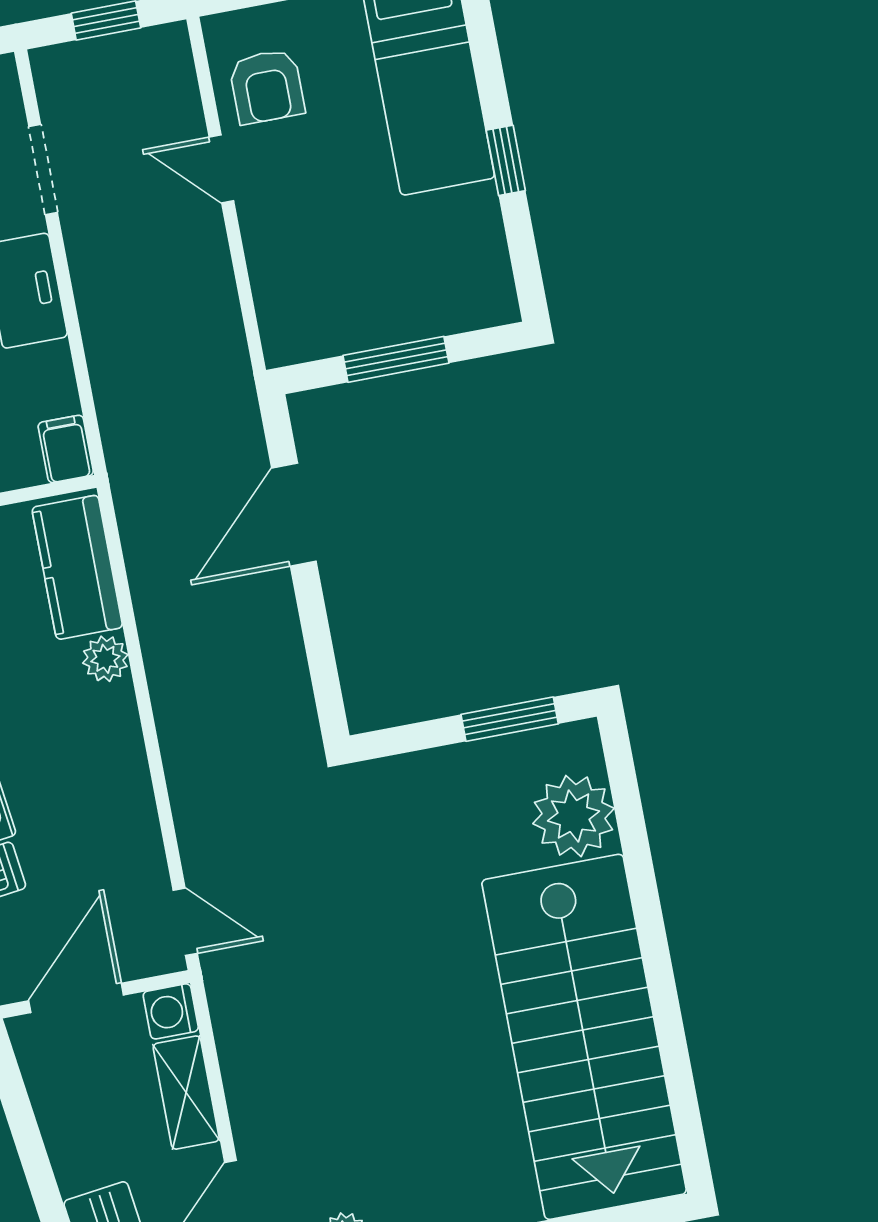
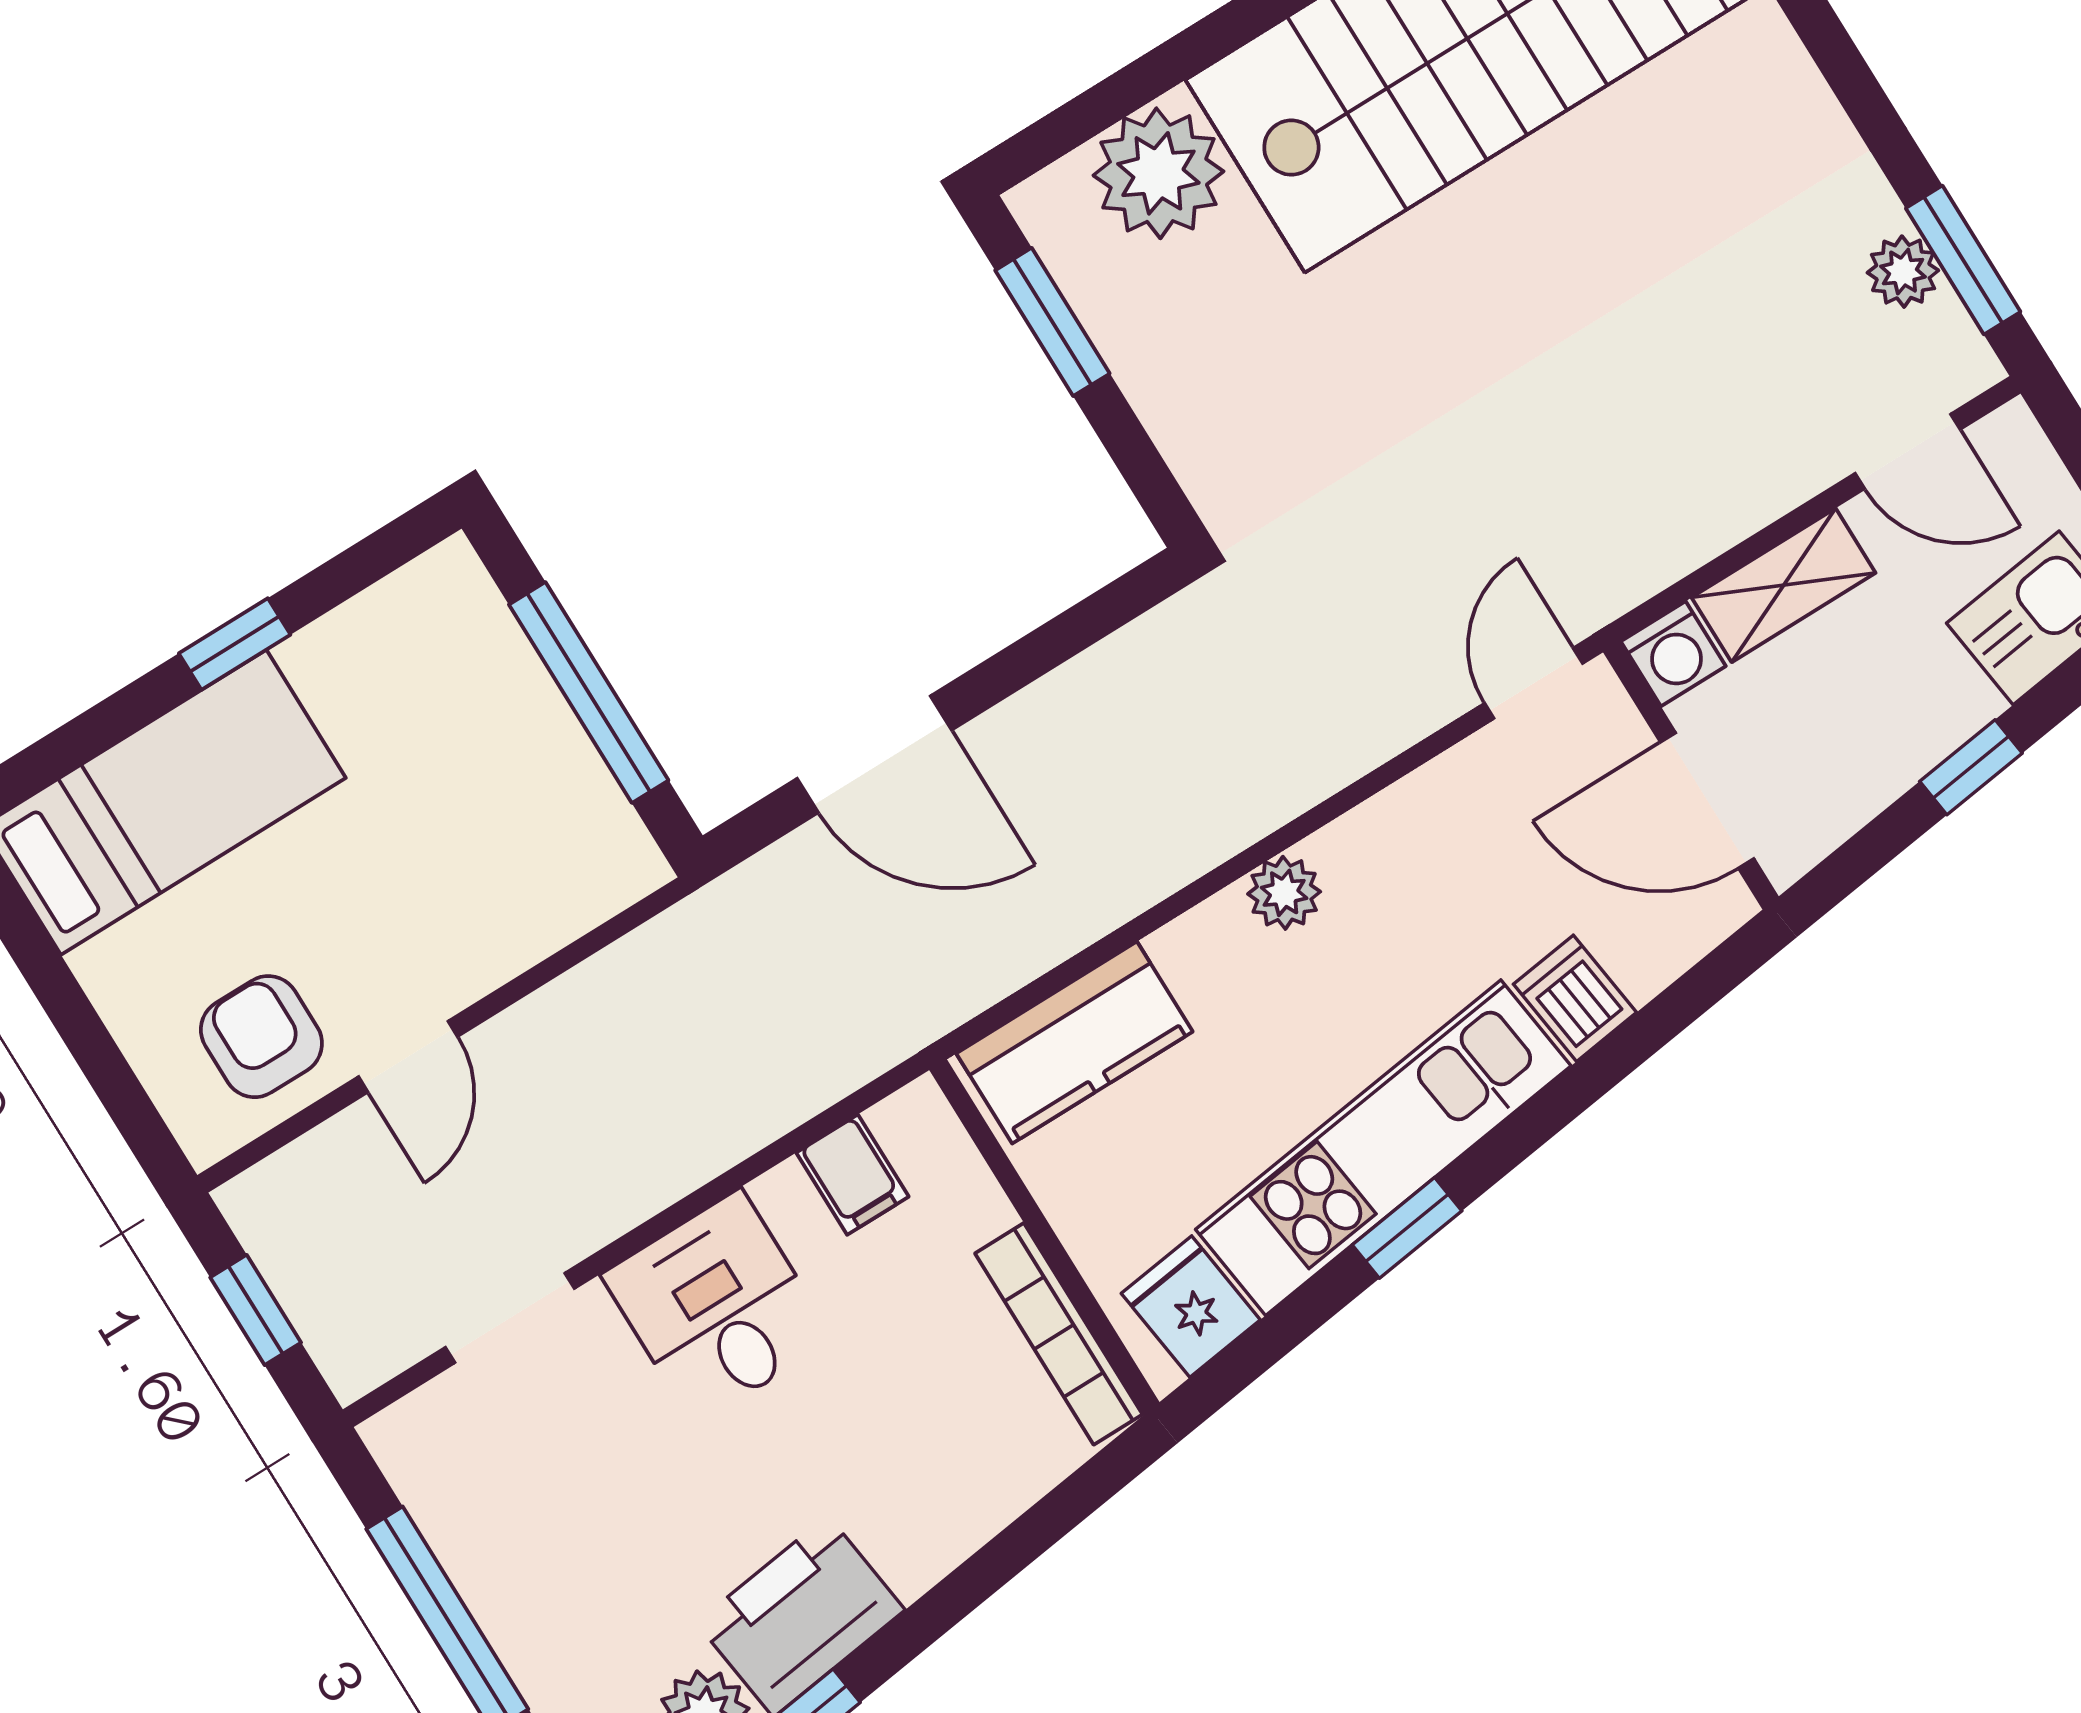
armchair: (267, 86) -> (261, 1037), turned -90
window: (396, 359) -> (589, 693), width x1.44
filing cabinet: (66, 449) -> (852, 1175), moved, turned -90
plant: (105, 659) -> (1284, 893), moved
window: (35, 1162) -> (1971, 767), added

